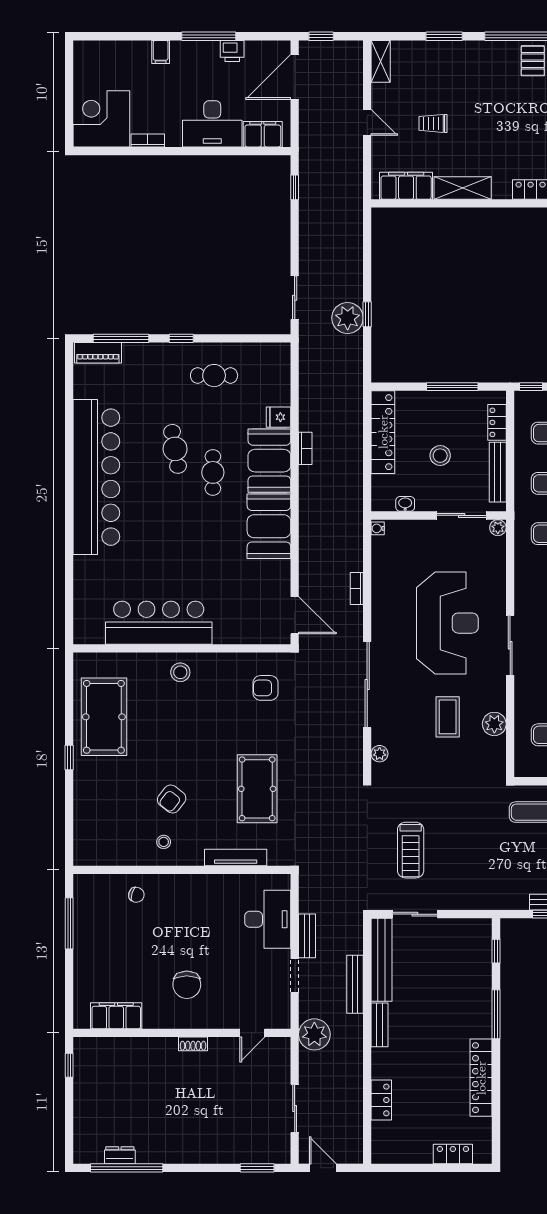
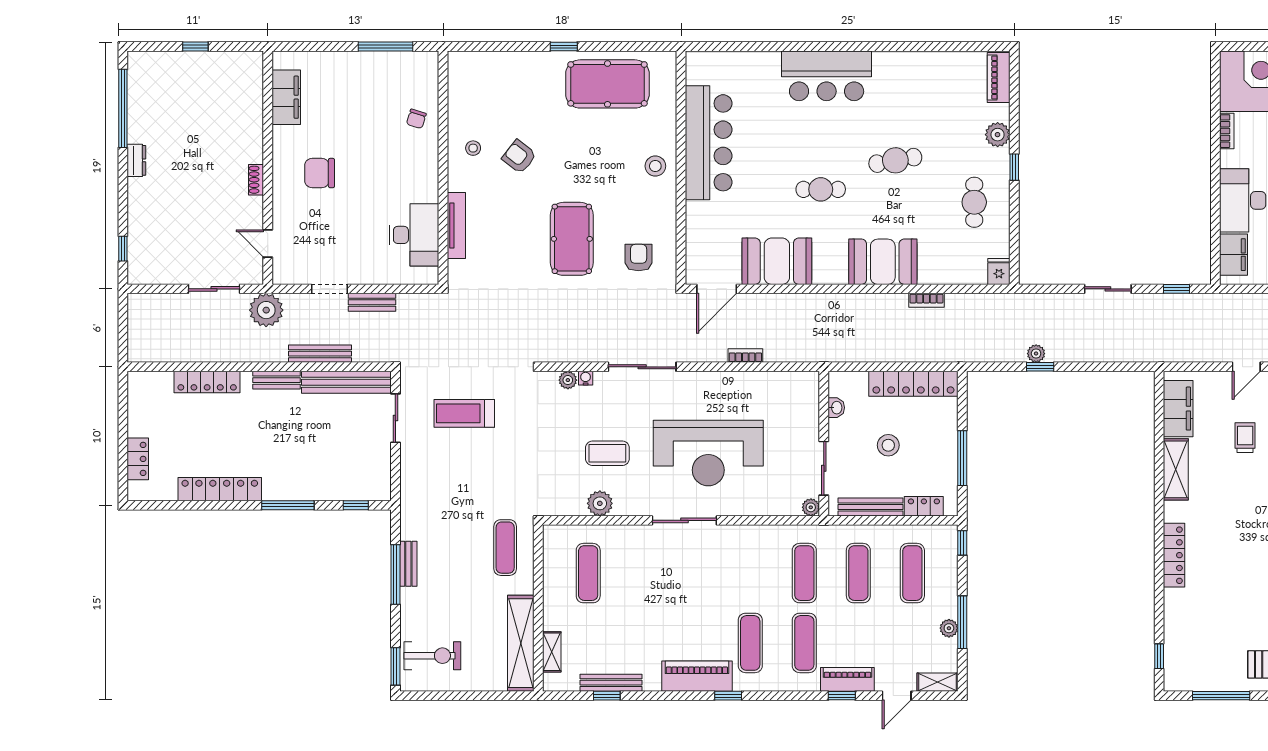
sliding door: (295, 298) -> (1108, 289), moved
plant: (348, 318) -> (1036, 354), width x0.53, depth x0.53
window: (121, 338) -> (1014, 102), removed
plant: (151, 354) -> (998, 135), added
fridge: (278, 417) -> (999, 271), moved
bookcase: (305, 448) -> (926, 300), moved
cafe table: (213, 472) -> (821, 189), moved
bar counter: (96, 477) -> (827, 76), width x0.54
booth: (269, 526) -> (777, 261), moved
water cooler: (378, 528) -> (586, 378), moved
sliding door: (367, 685) -> (642, 367), width x0.73
pool table: (257, 789) -> (572, 239), moved, turned 90
desk: (268, 919) -> (414, 235), moved, turned -90
window: (69, 1065) -> (195, 47), moved
locker: (381, 1100) -> (207, 382), width x1.53
sliding door: (295, 1108) -> (214, 289), moved
dresser: (120, 1155) -> (136, 160), moved
window: (257, 1168) -> (123, 249), width x0.67
door: (323, 1168) -> (123, 319), removed

